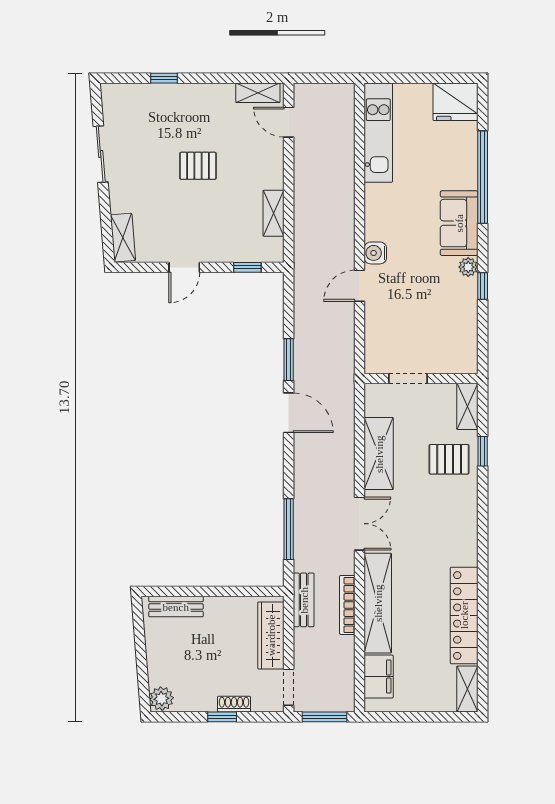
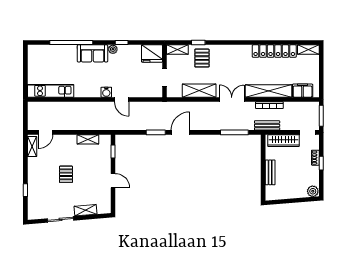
fridge: (455, 102) -> (152, 53), moved, turned 90
shelving: (123, 238) -> (86, 210), moved
bench: (176, 607) -> (270, 172), moved

